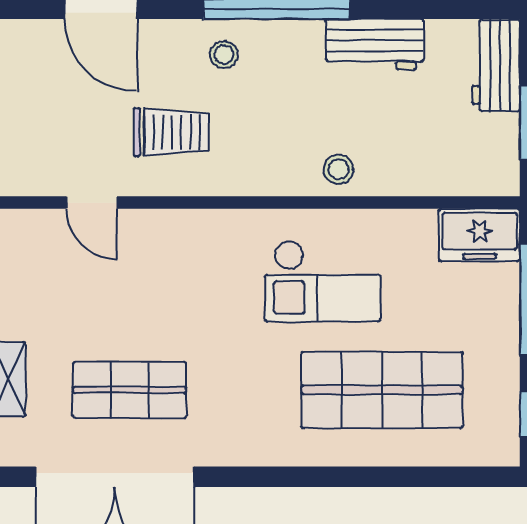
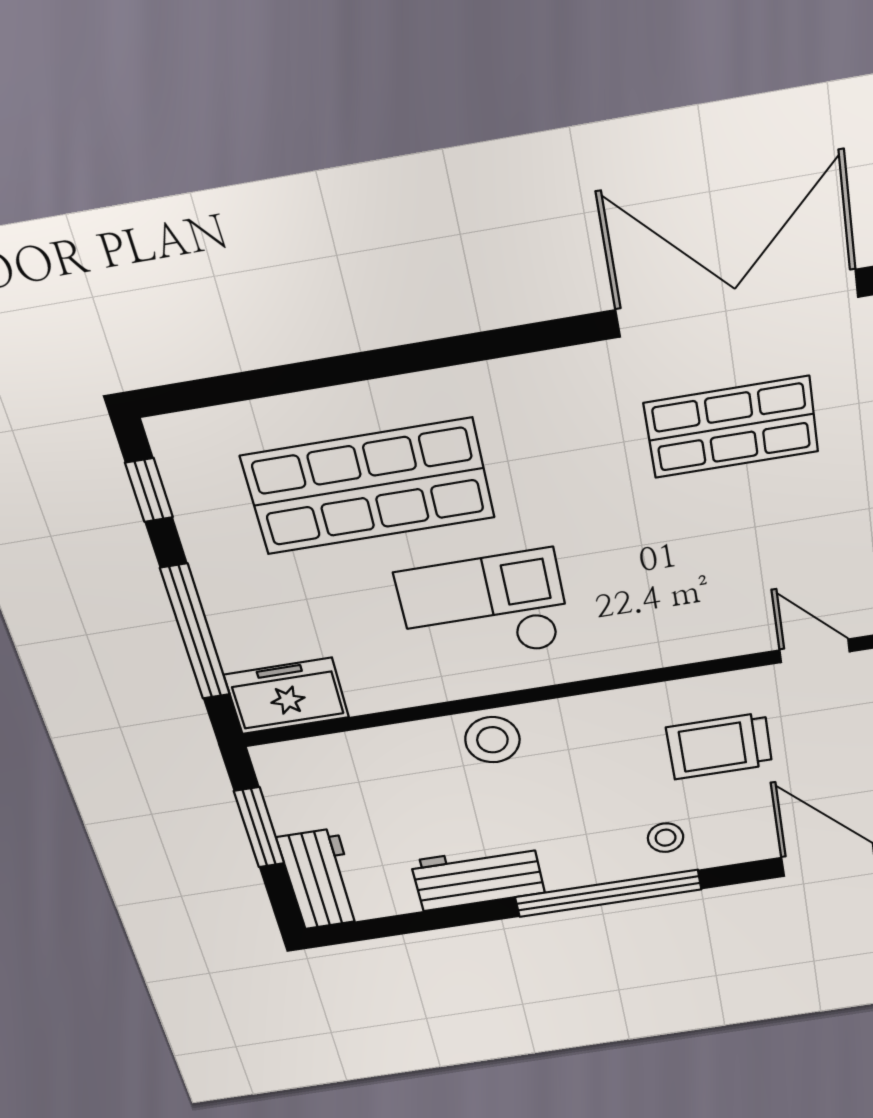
stool: (339, 169) -> (492, 740), width x1.37, depth x1.37

